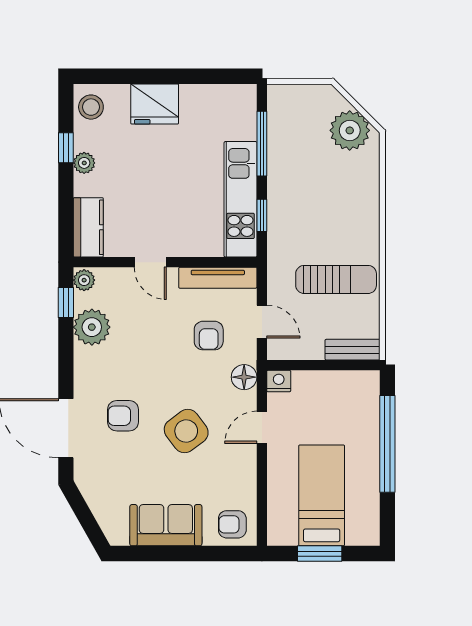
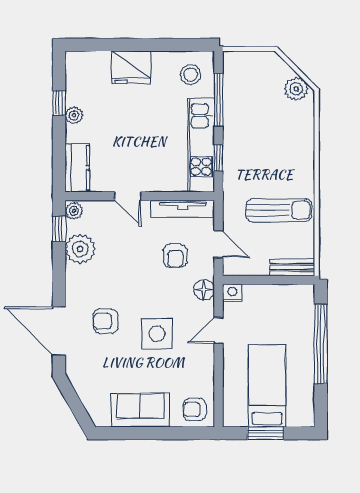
stool: (91, 107) -> (191, 75), moved
plant: (350, 130) -> (296, 89), width x0.73, depth x0.73
side table: (186, 431) -> (157, 334), turned 37

